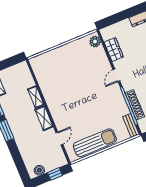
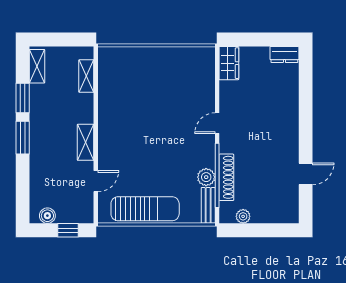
plant: (95, 42) -> (206, 177), moved
wardrobe: (114, 50) -> (229, 63), moved
shelving: (36, 97) -> (86, 76), moved

